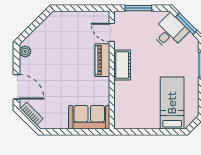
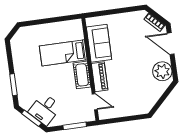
plant: (25, 51) -> (162, 71), width x1.87, depth x1.87
bed: (172, 103) -> (63, 53), moved, turned 90
sofa: (89, 117) -> (99, 43), moved, turned -90

